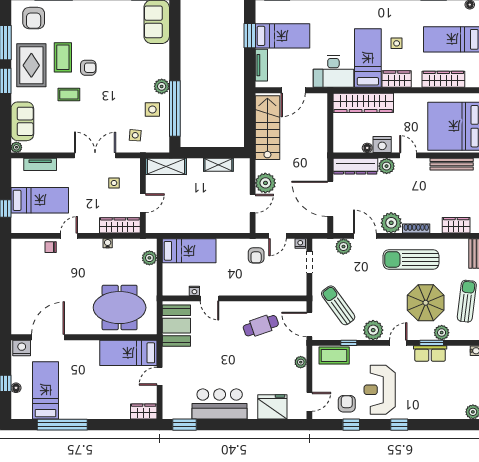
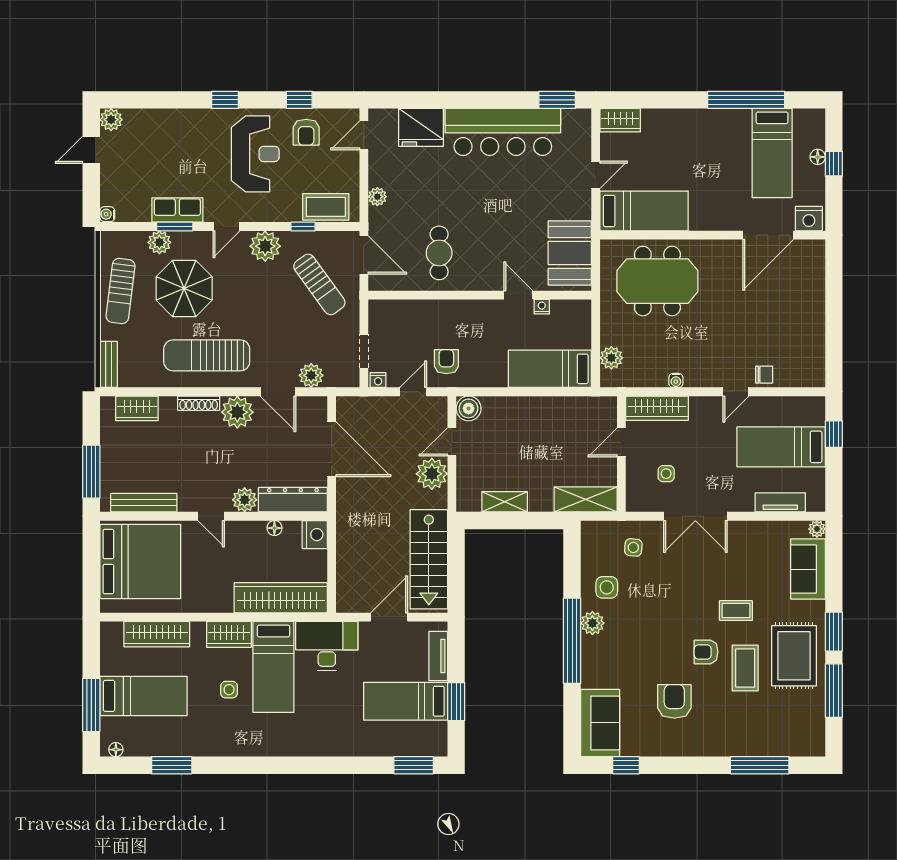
armchair: (34, 18) -> (674, 701), moved
window: (175, 109) -> (572, 641), moved
nightstand: (382, 145) -> (315, 535), moved, turned 90
boiler: (242, 225) -> (469, 408), added
sun lounger: (411, 259) -> (207, 355), turned 180
cafe table: (261, 326) -> (439, 253), turned -71
bar counter: (220, 404) -> (503, 132), width x1.36

